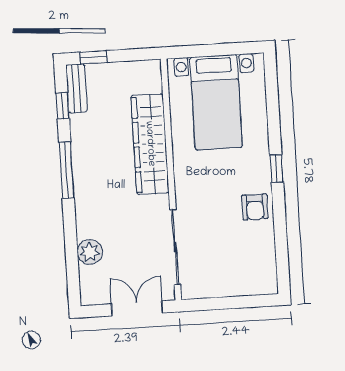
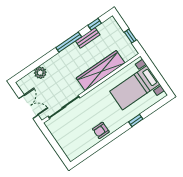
window: (93, 57) -> (130, 36), moved
bench: (77, 88) -> (88, 38), moved
window: (276, 169) -> (136, 120), moved

